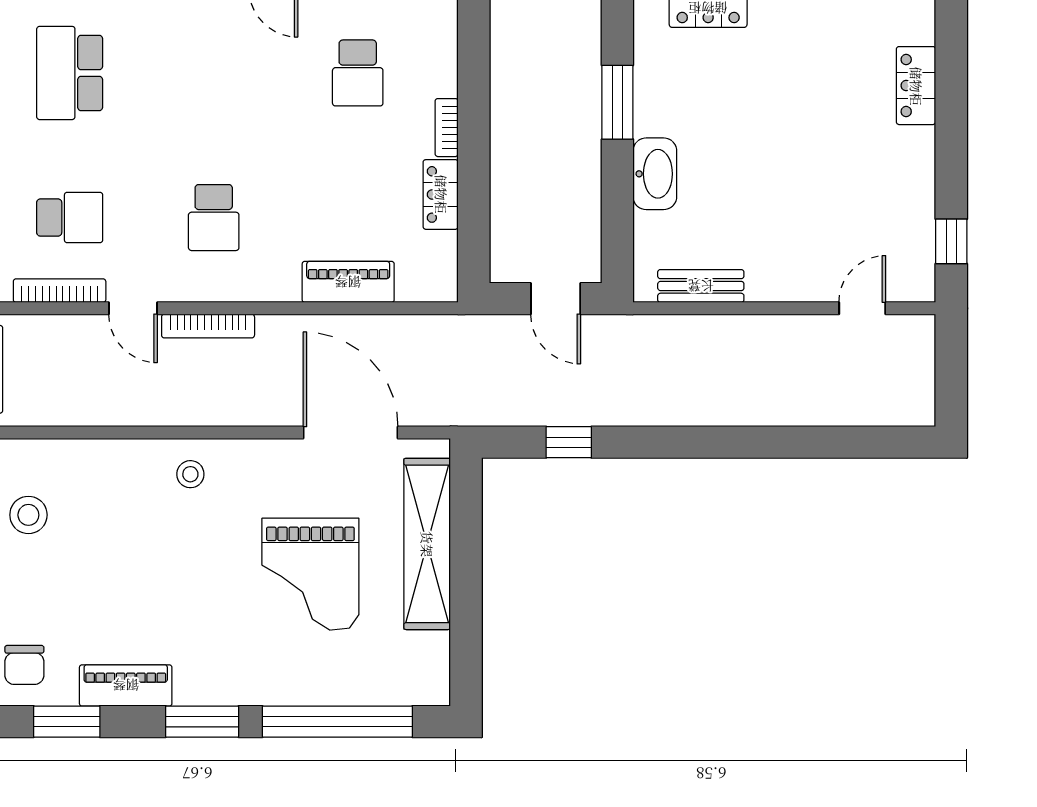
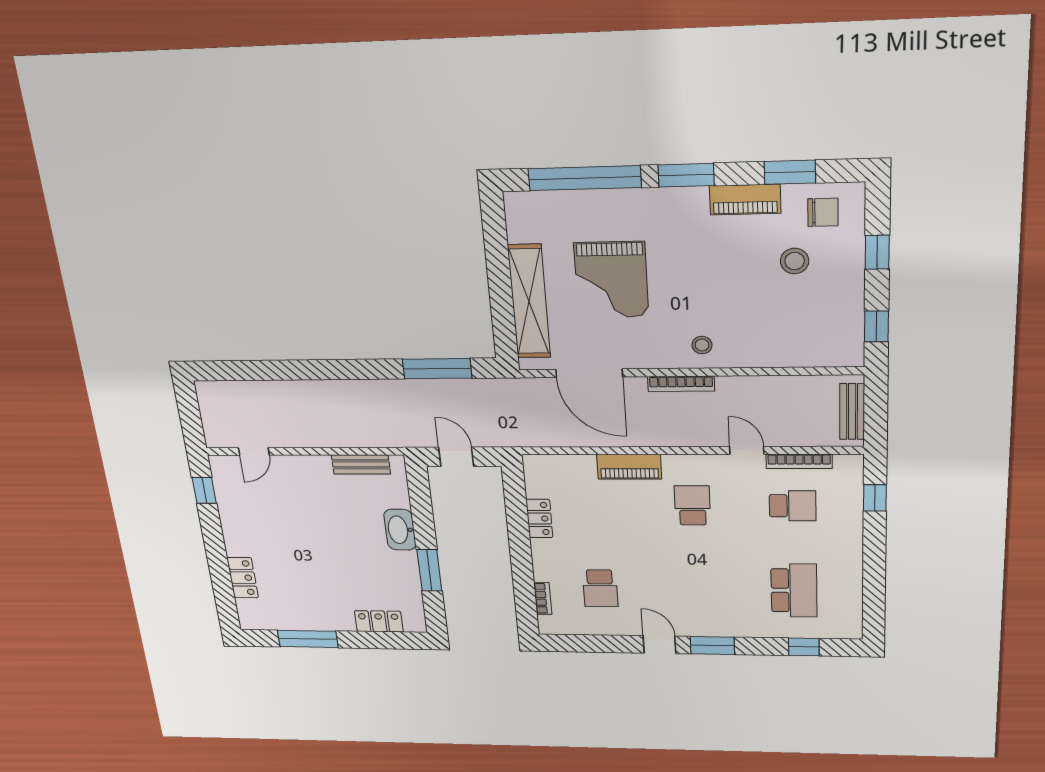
school desk: (358, 73) -> (600, 588), turned 180
bookcase: (447, 128) -> (543, 598), moved
school desk: (70, 218) -> (793, 506), turned 180
piano: (348, 282) -> (629, 467), moved
bookcase: (208, 326) -> (681, 384), moved, turned 180
window: (569, 442) -> (437, 369), width x2.17
stool: (28, 515) -> (795, 261), moved
grand piano: (310, 574) -> (611, 280), turned 180
chair: (24, 665) -> (823, 212), turned 90

